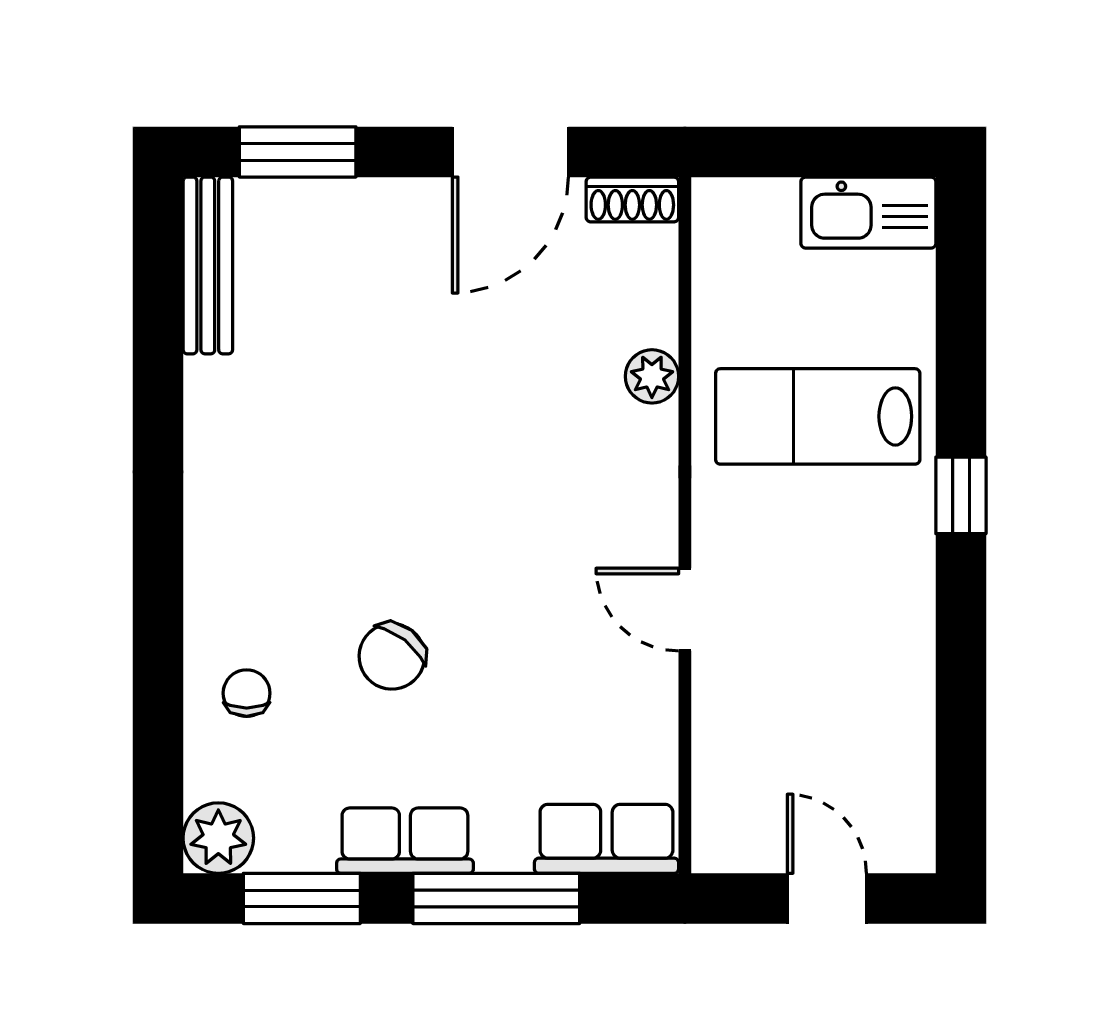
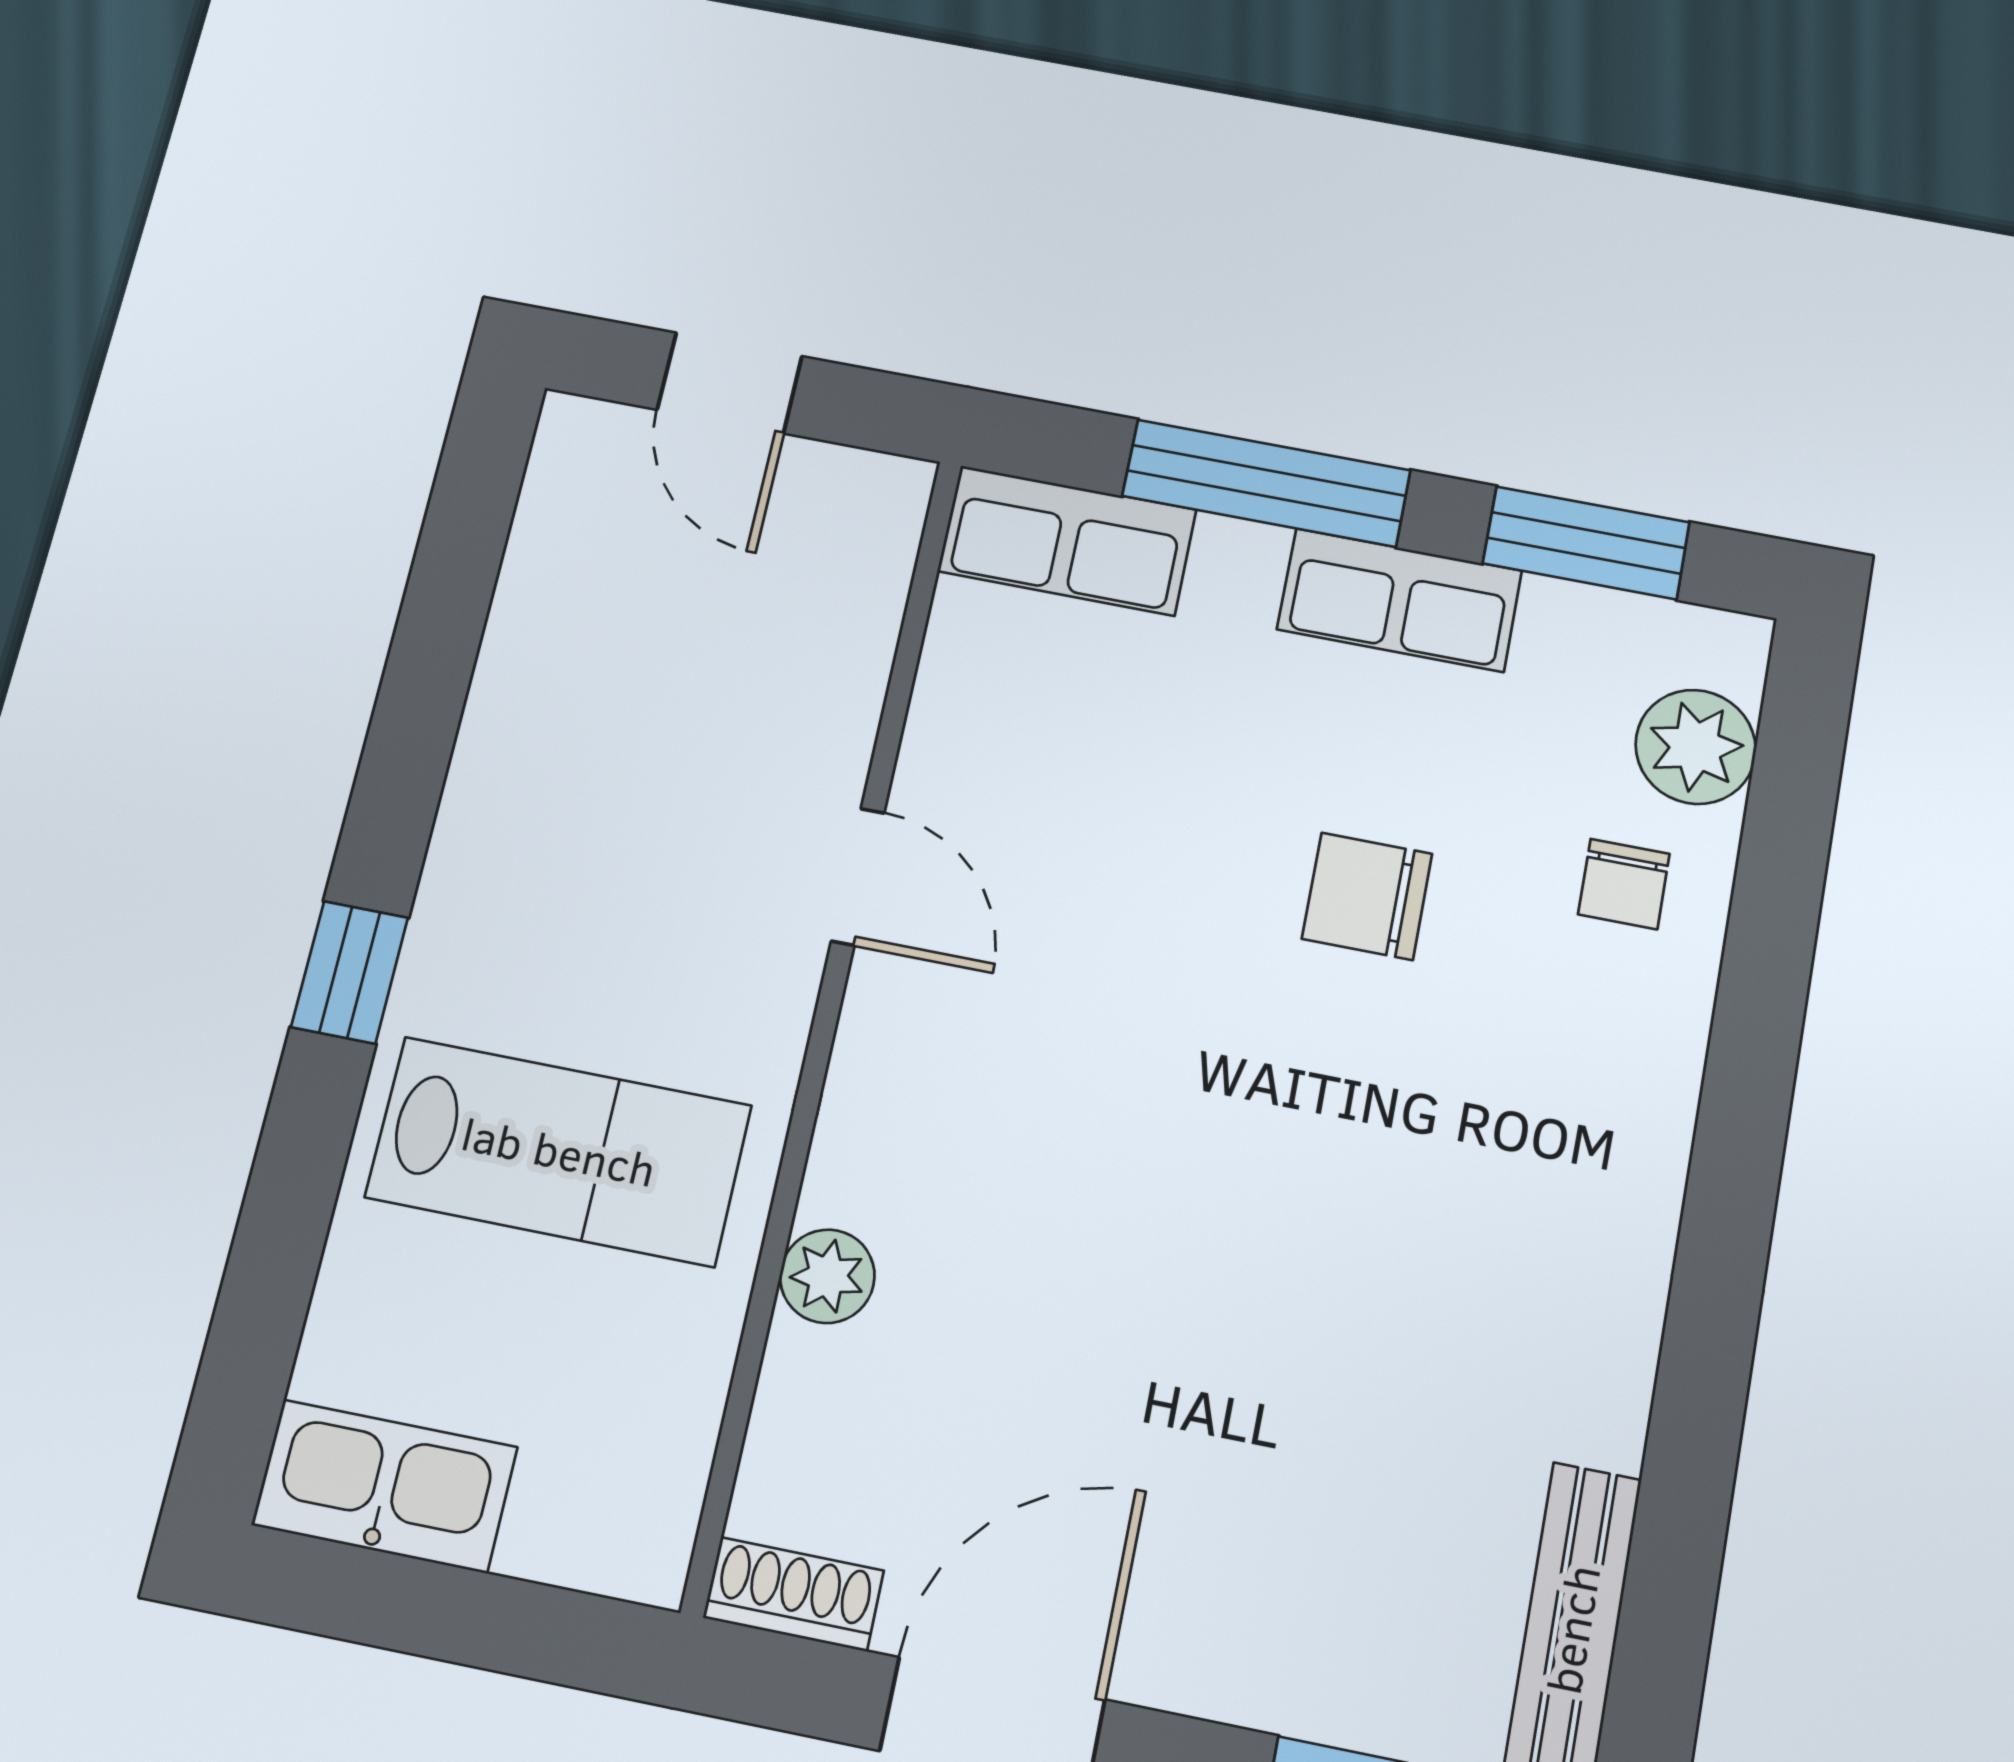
chair: (392, 656) -> (1367, 896), turned -128
plant: (218, 838) -> (1696, 747), moved

